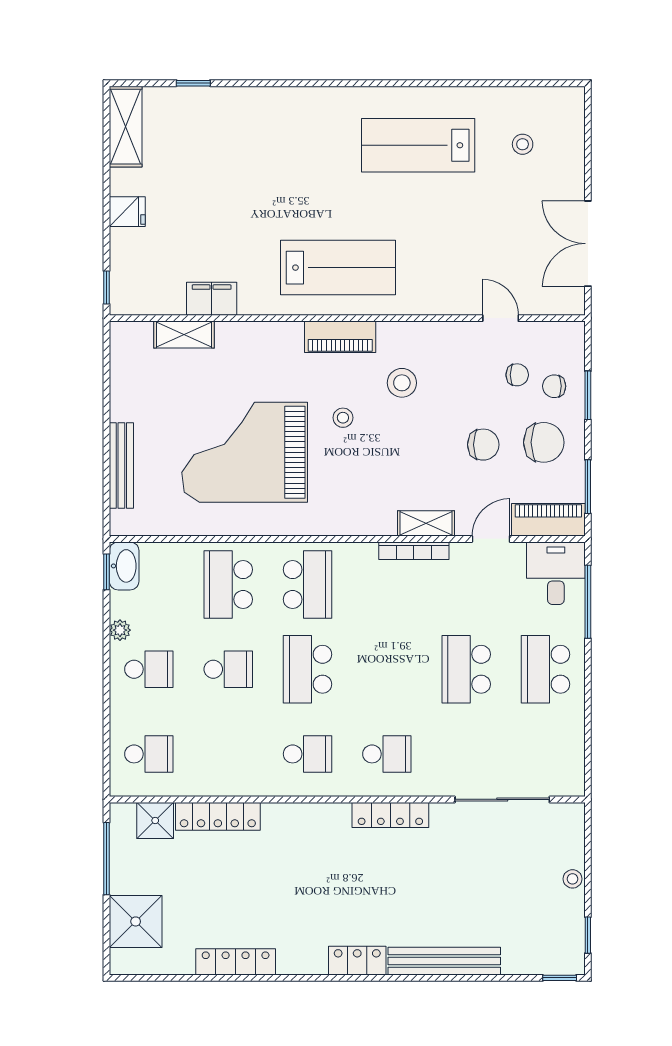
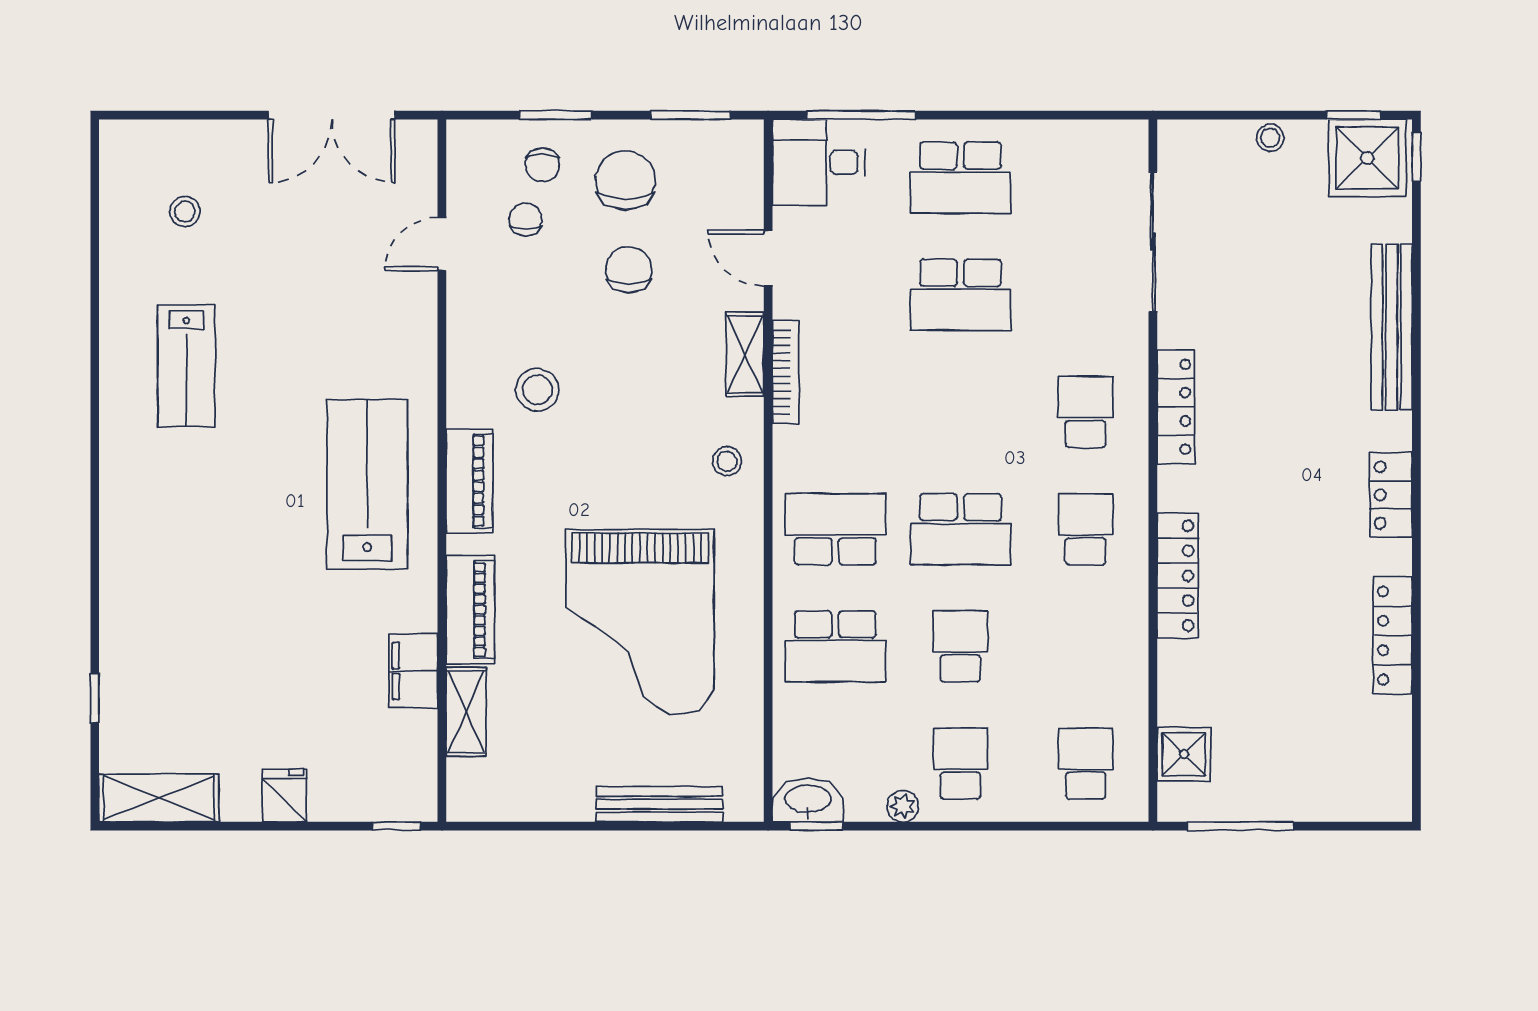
lab bench: (418, 145) -> (186, 366), width x0.73, depth x0.72
stool: (343, 418) -> (727, 461), moved
piano: (548, 520) -> (470, 610), moved, turned 180
locker: (218, 816) -> (1178, 576), moved
shower: (136, 921) -> (1367, 158), moved
locker: (357, 961) -> (1391, 495), moved

